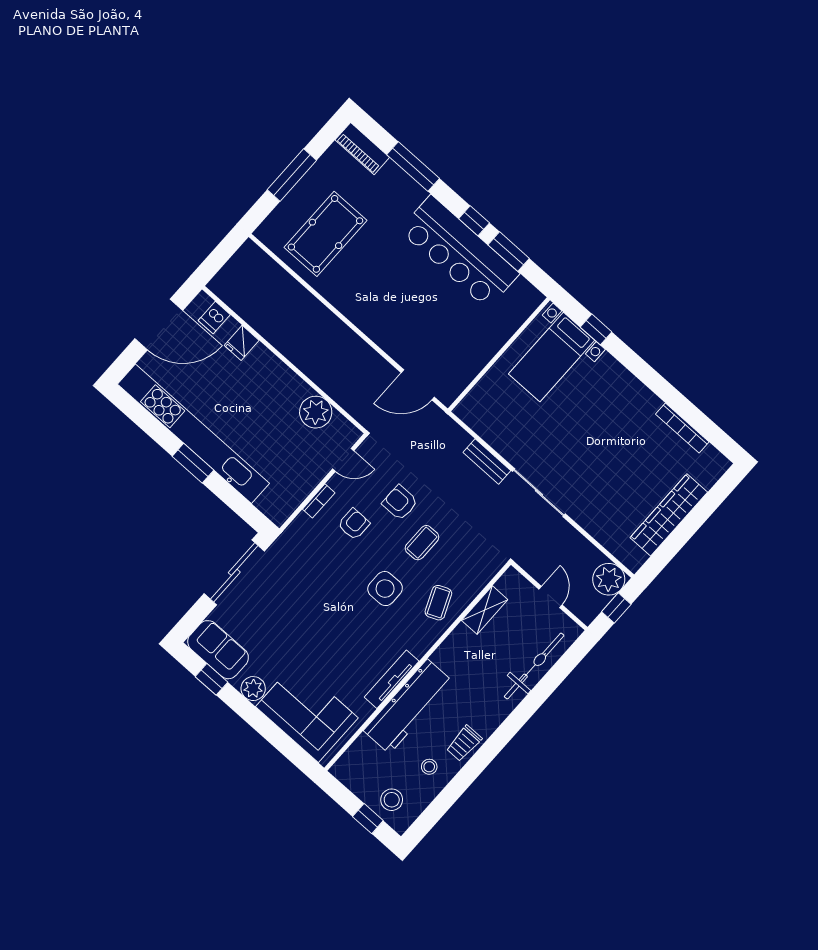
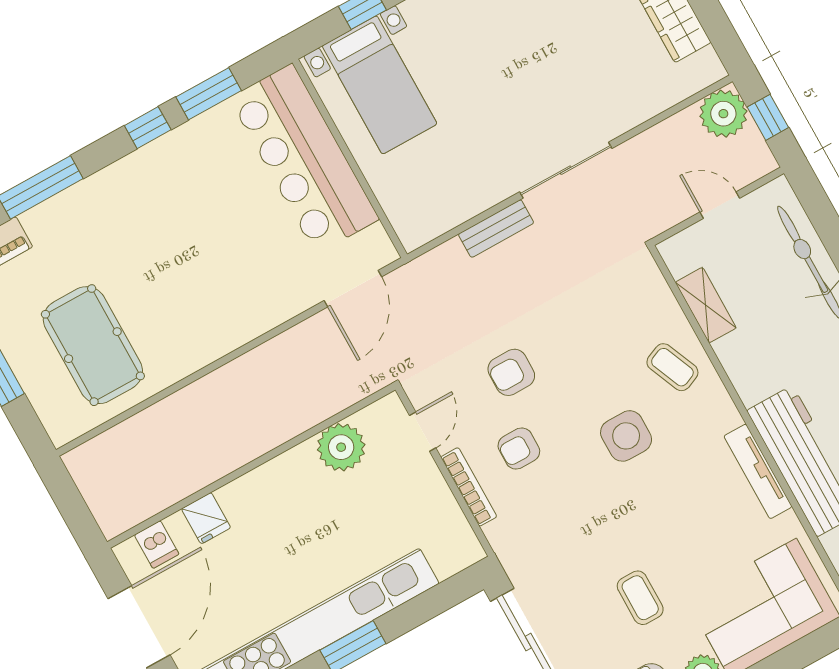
bar counter: (459, 252) -> (304, 159), moved, turned 90
bookcase: (319, 501) -> (469, 487), width x1.56
armchair: (354, 524) -> (519, 449), turned -90
coffee table: (422, 543) -> (640, 598), moved

